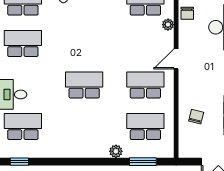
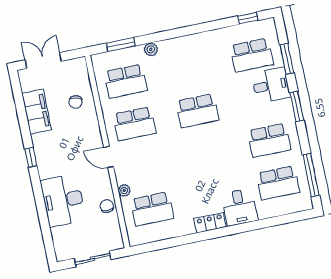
door: (176, 59) -> (109, 157), swing flipped

